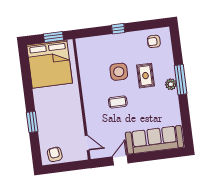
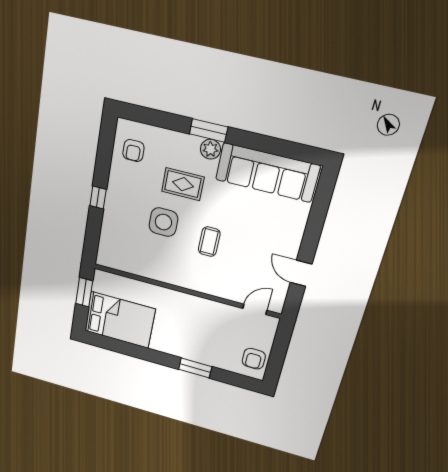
bed: (49, 64) -> (120, 320), width x0.73
window: (181, 80) -> (209, 130), width x0.69
sofa: (155, 140) -> (267, 173), moved, turned -90
armchair: (55, 154) -> (254, 359), turned -83

